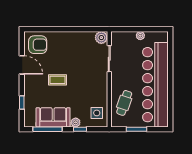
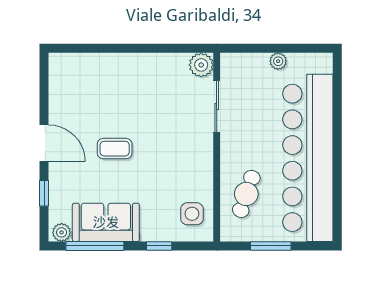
armchair: (38, 45) -> (75, 79), removed
door: (22, 65) -> (44, 143), moved
plant: (76, 122) -> (62, 232), moved

